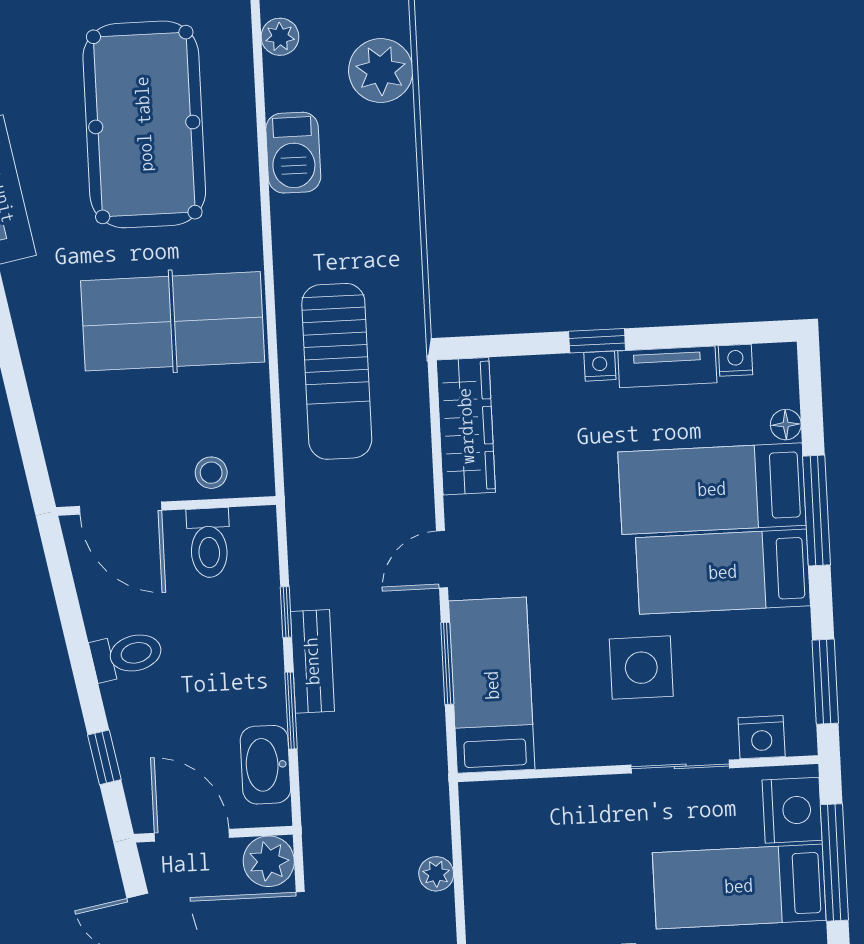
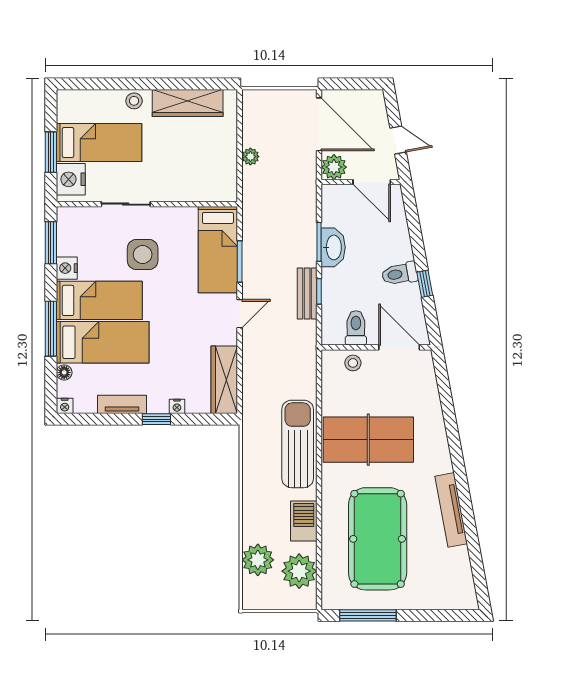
plant: (280, 37) -> (299, 571), width x1.88, depth x1.88
nightstand: (736, 360) -> (65, 406), moved
nightstand: (600, 366) -> (177, 406), moved
sun lounger: (337, 371) -> (298, 444), moved
bench: (312, 661) -> (307, 293), moved
nightstand: (762, 737) -> (67, 268), moved, turned -90
window: (104, 757) -> (425, 284), moved
washbasin: (265, 765) -> (333, 247), moved
window: (834, 862) -> (51, 152), width x0.69

